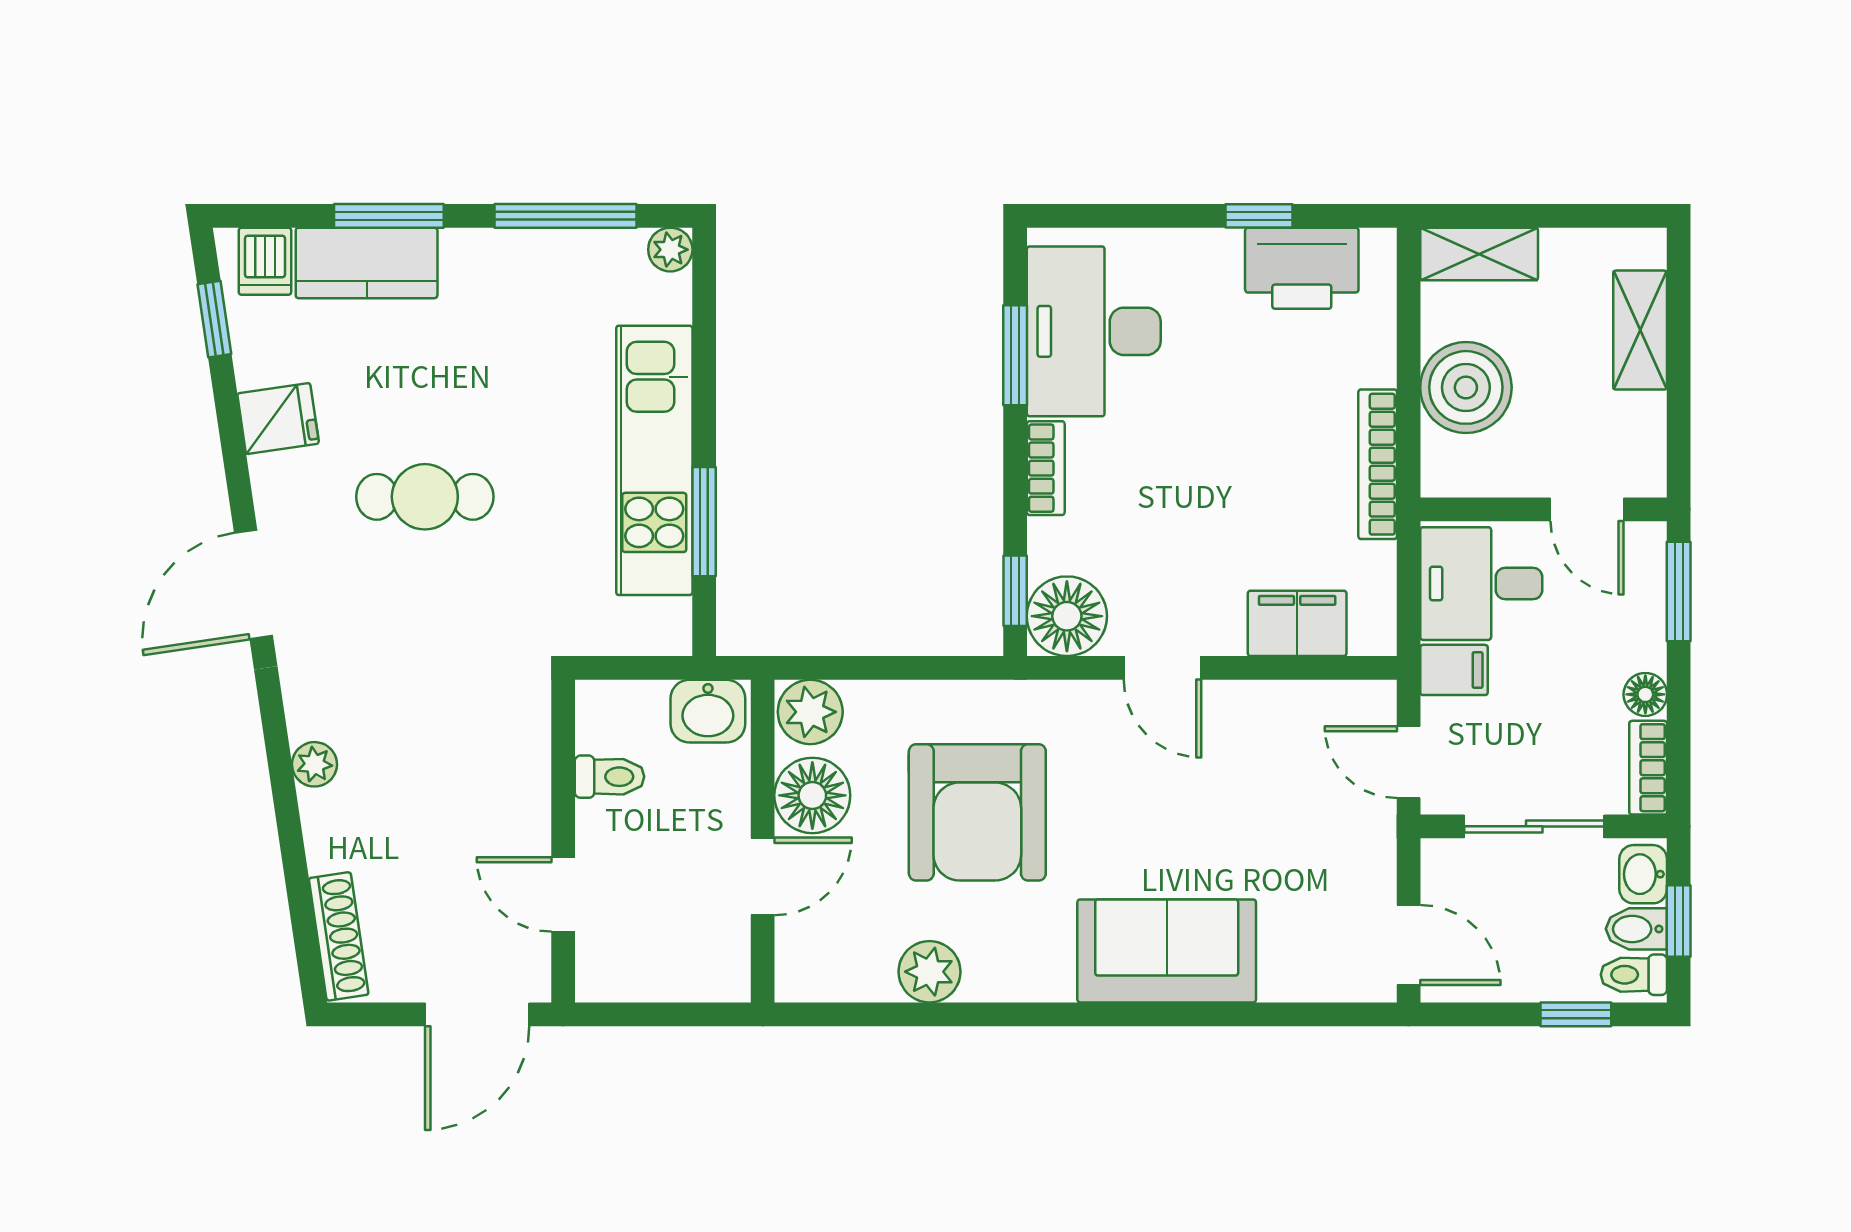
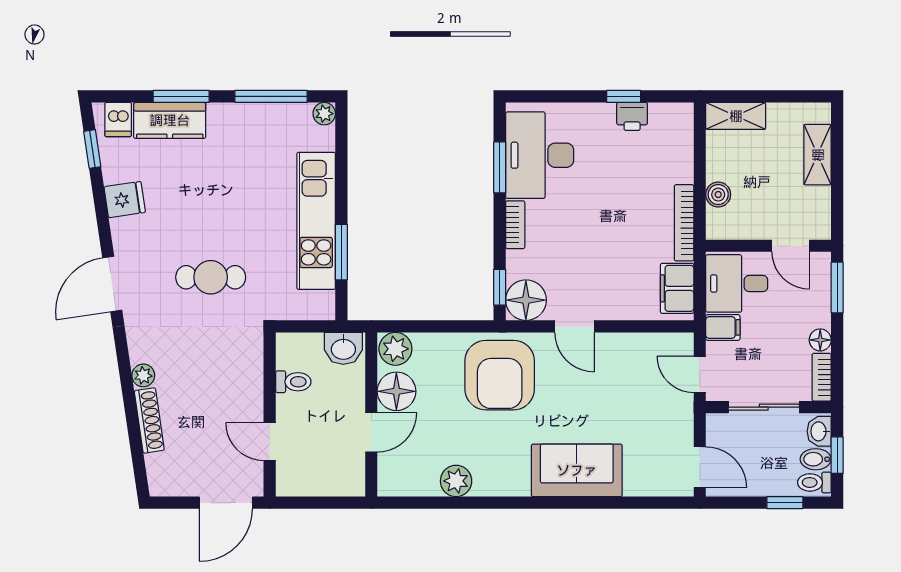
printer: (1302, 268) -> (632, 116), width x0.53, depth x0.68
boiler: (1466, 387) -> (718, 195), width x0.54, depth x0.54
cafe table: (425, 497) -> (211, 277), moved
filing cabinet: (1297, 623) -> (677, 288), moved, turned -90
armchair: (977, 812) -> (500, 375), moved
shoe rack: (339, 936) -> (149, 420), moved

